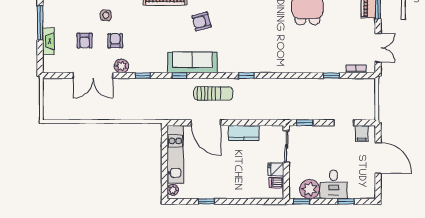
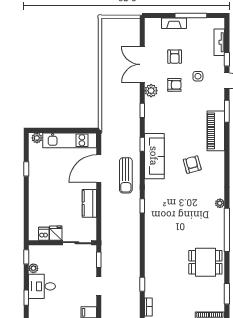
armchair: (85, 41) -> (175, 57), turned -90
doorway: (344, 123) -> (99, 286), moved
plant: (310, 189) -> (33, 268), width x0.53, depth x0.53

